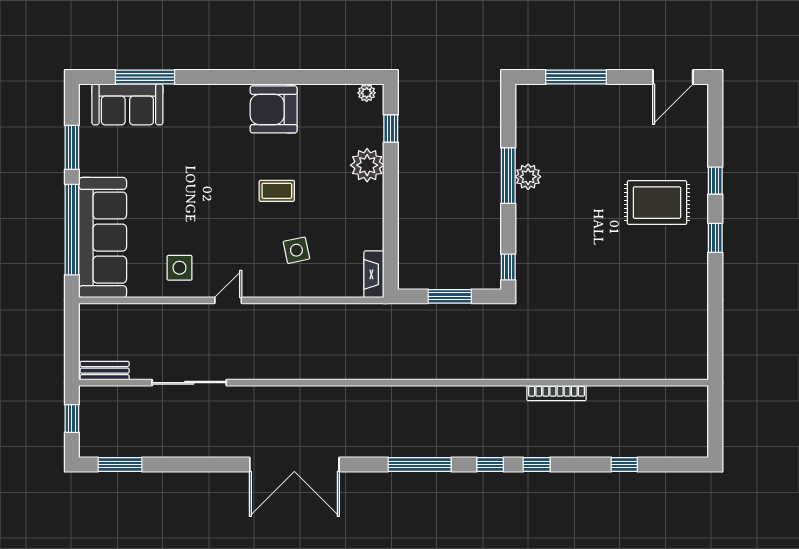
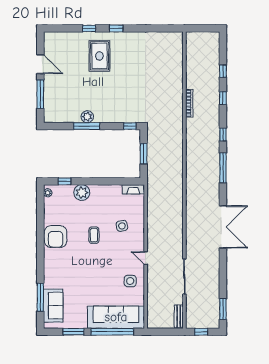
door: (673, 77) -> (40, 64), moved
window: (537, 465) -> (223, 98), moved

